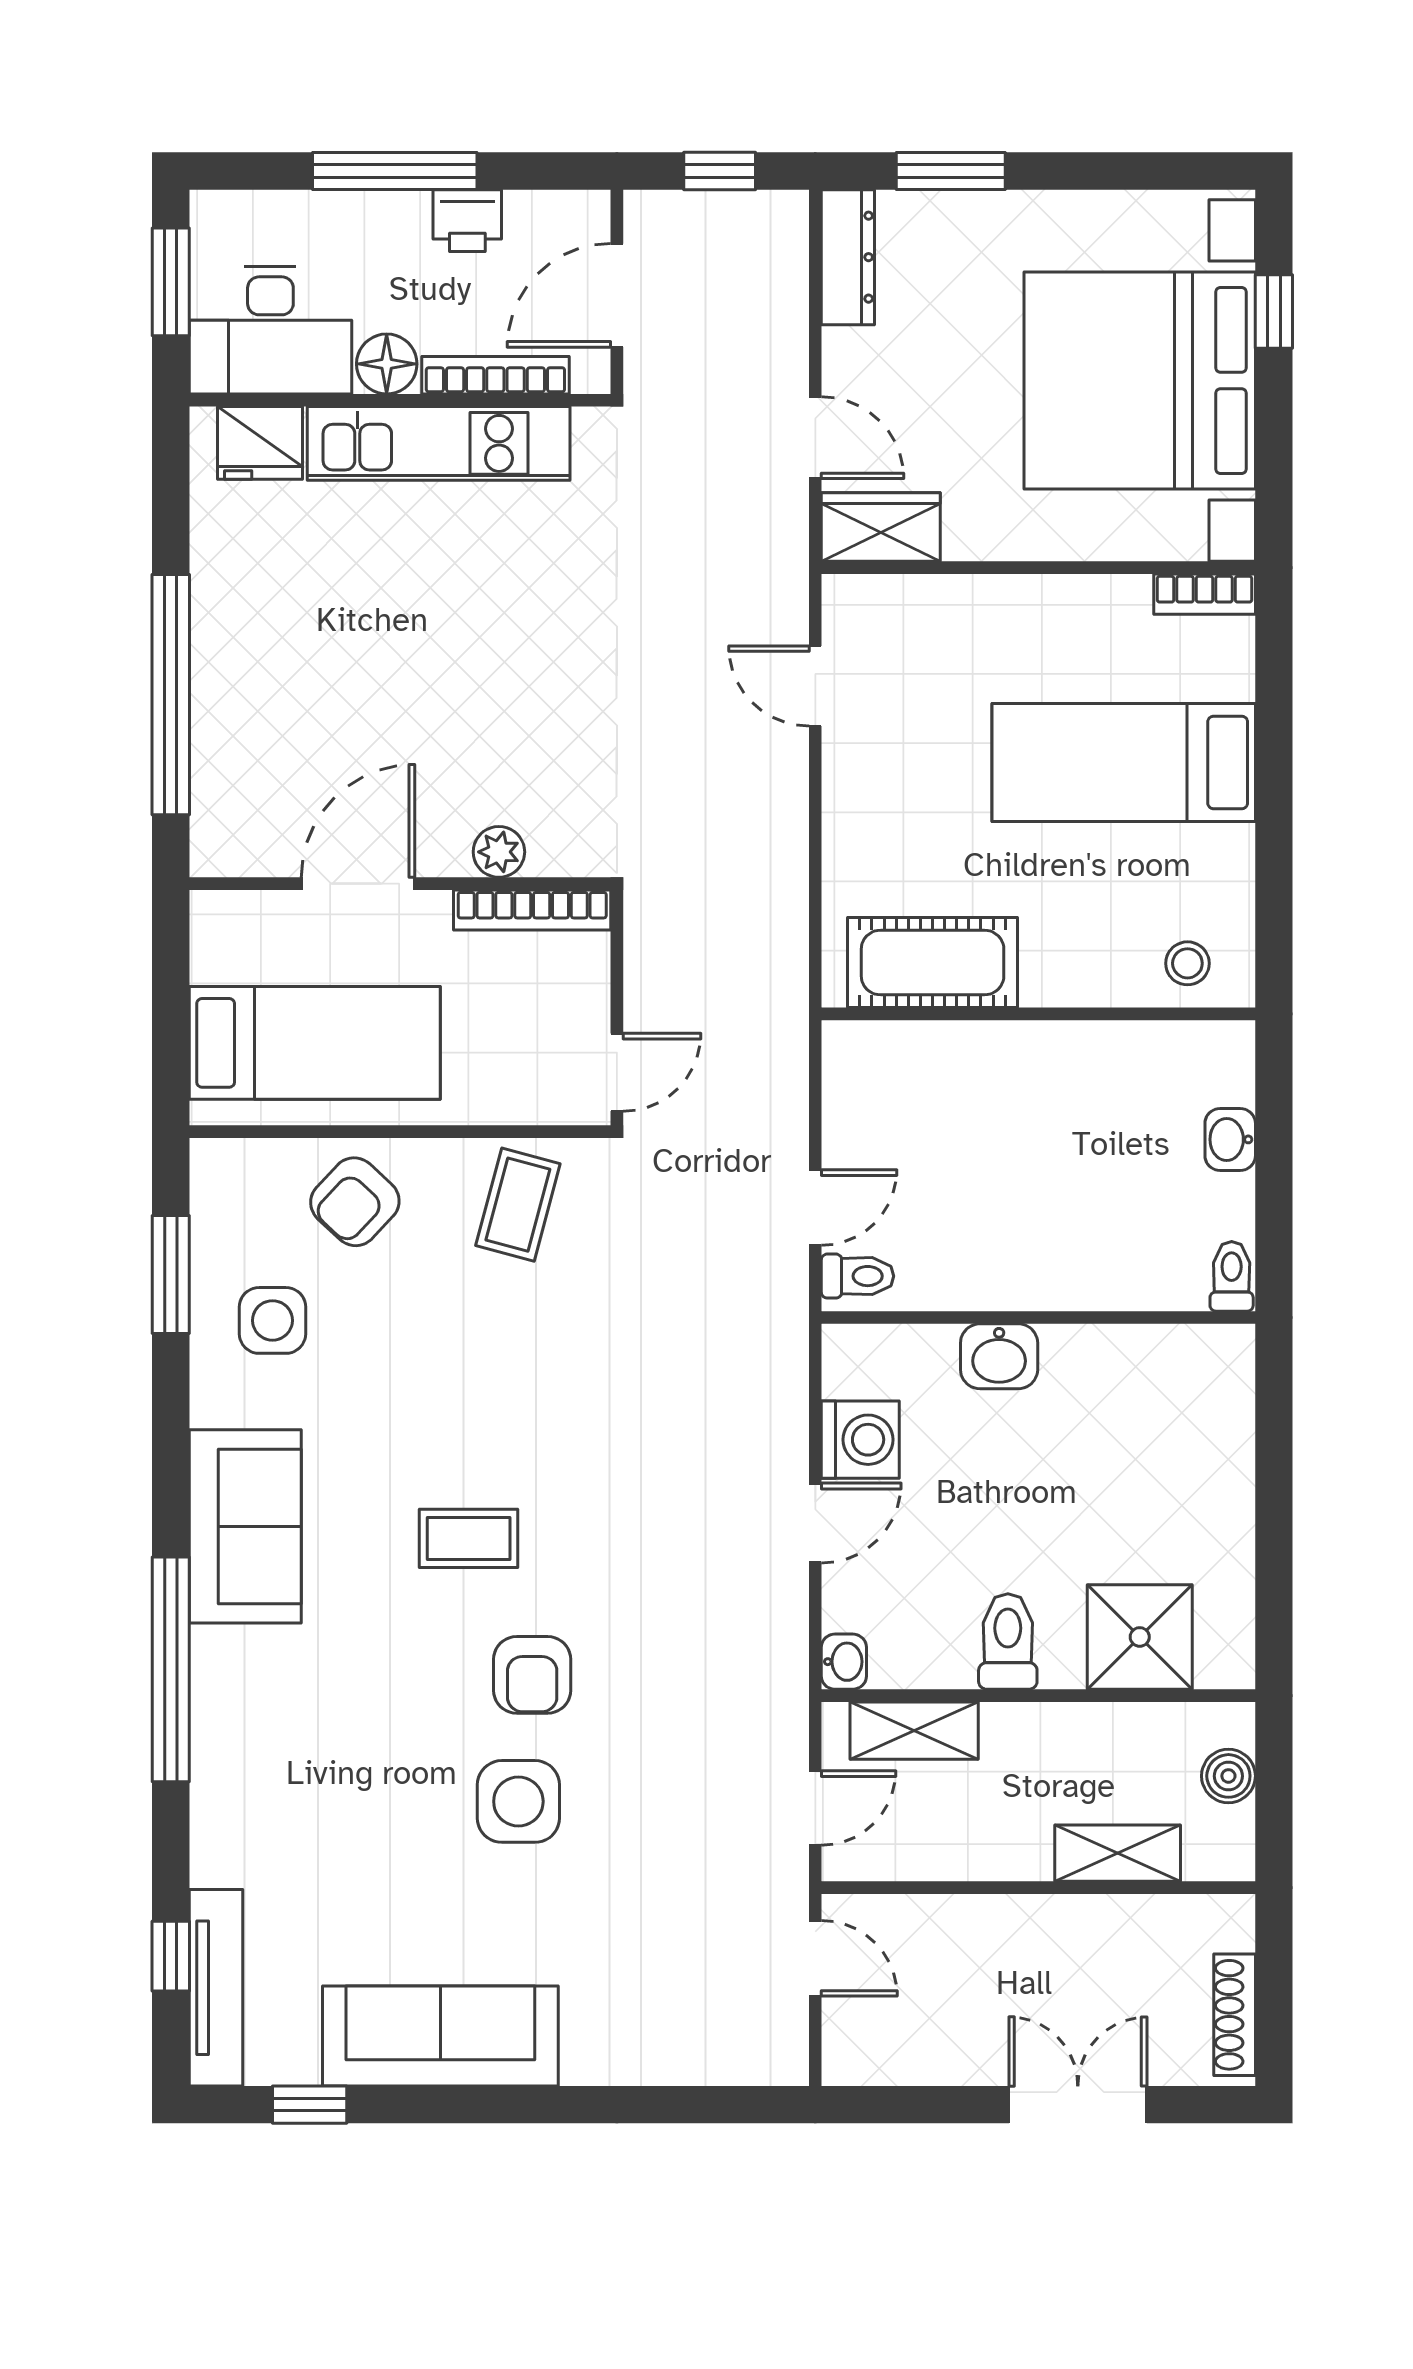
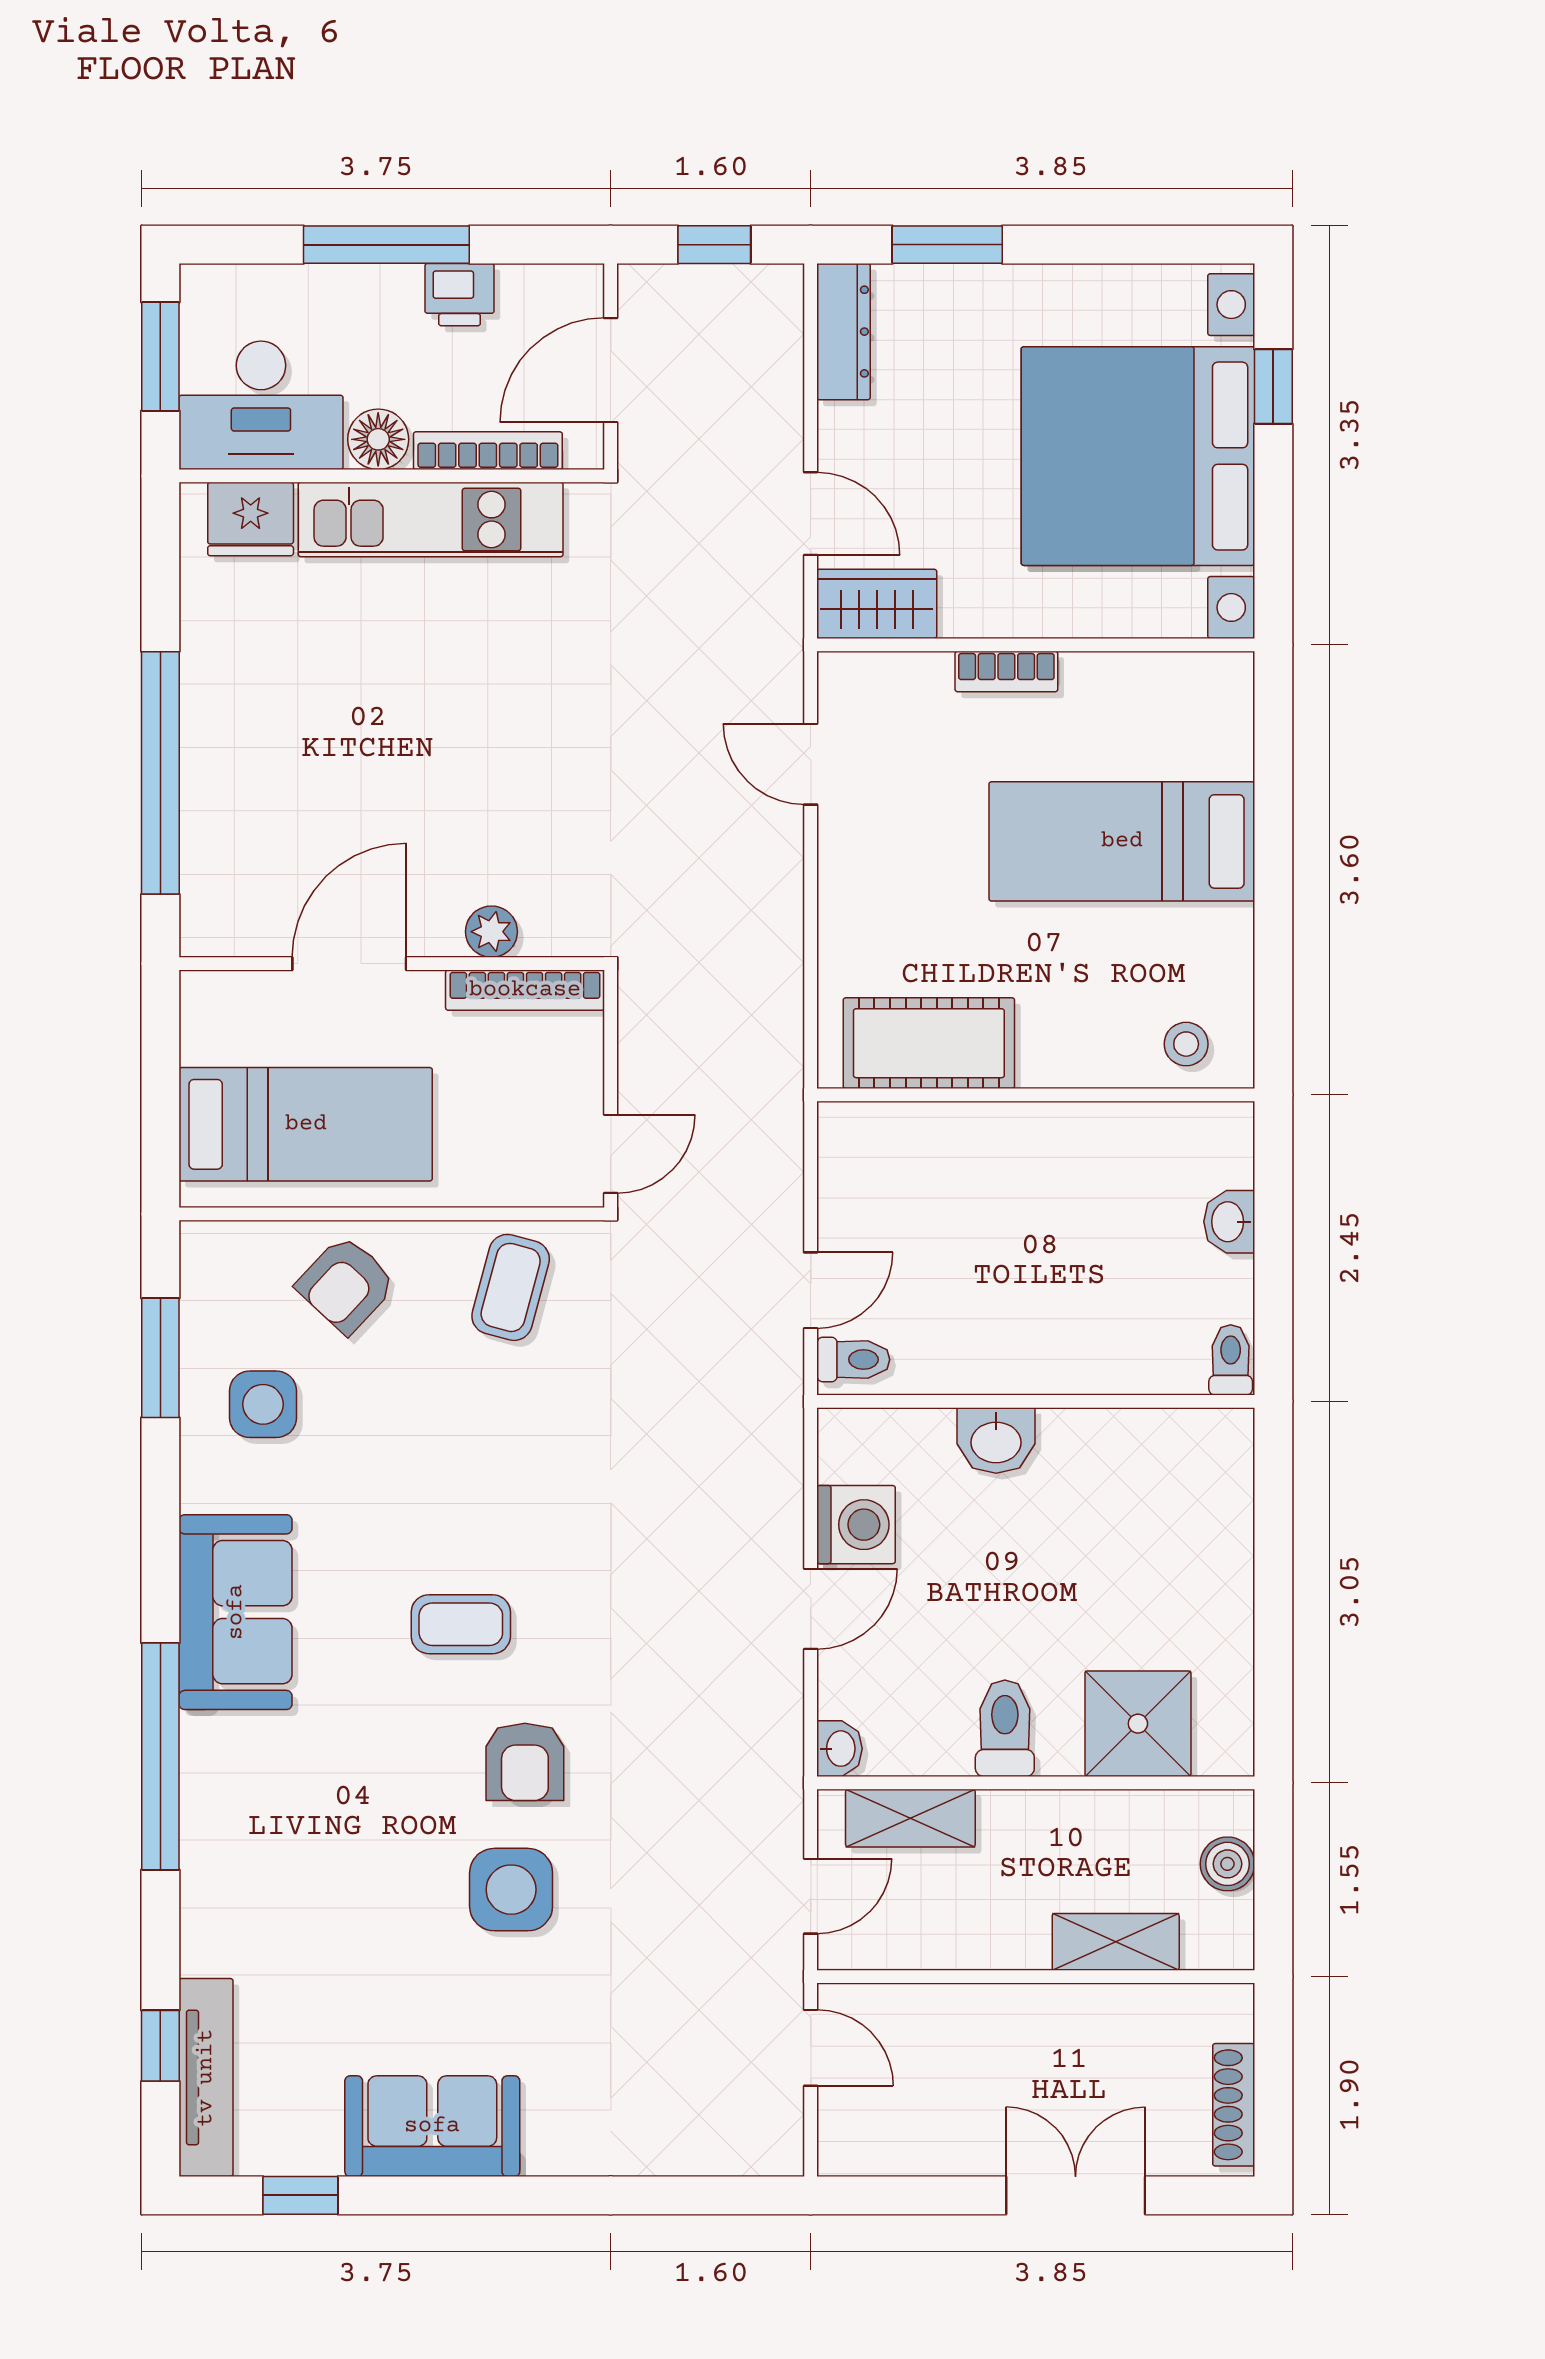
bookcase: (1205, 594) -> (1006, 671), moved
sofa: (440, 2036) -> (432, 2126), width x0.73

